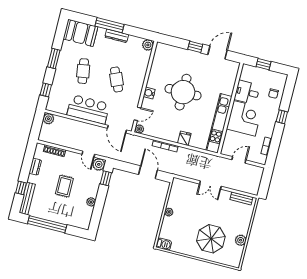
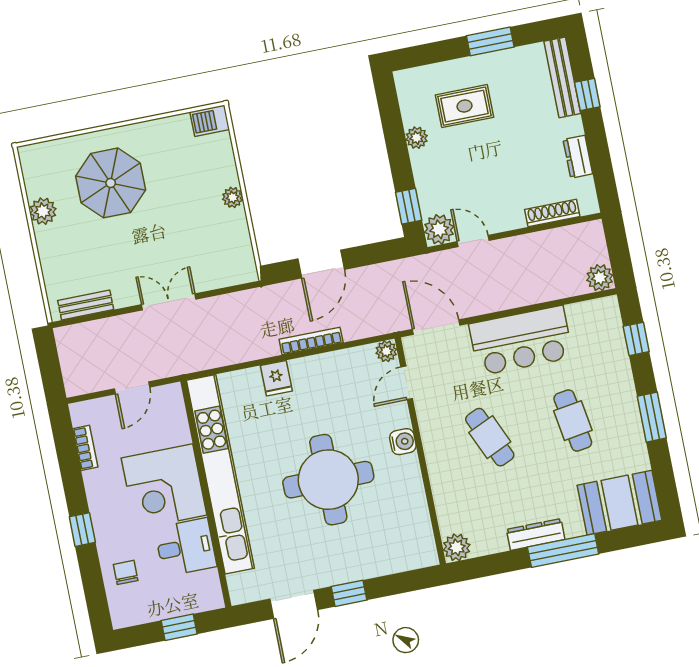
kitchen unit: (219, 123) -> (220, 474), width x1.36
door: (148, 172) -> (321, 264), hinge flipped
rug: (64, 186) -> (465, 106), moved, turned 90
window: (47, 224) -> (490, 41), width x0.47

